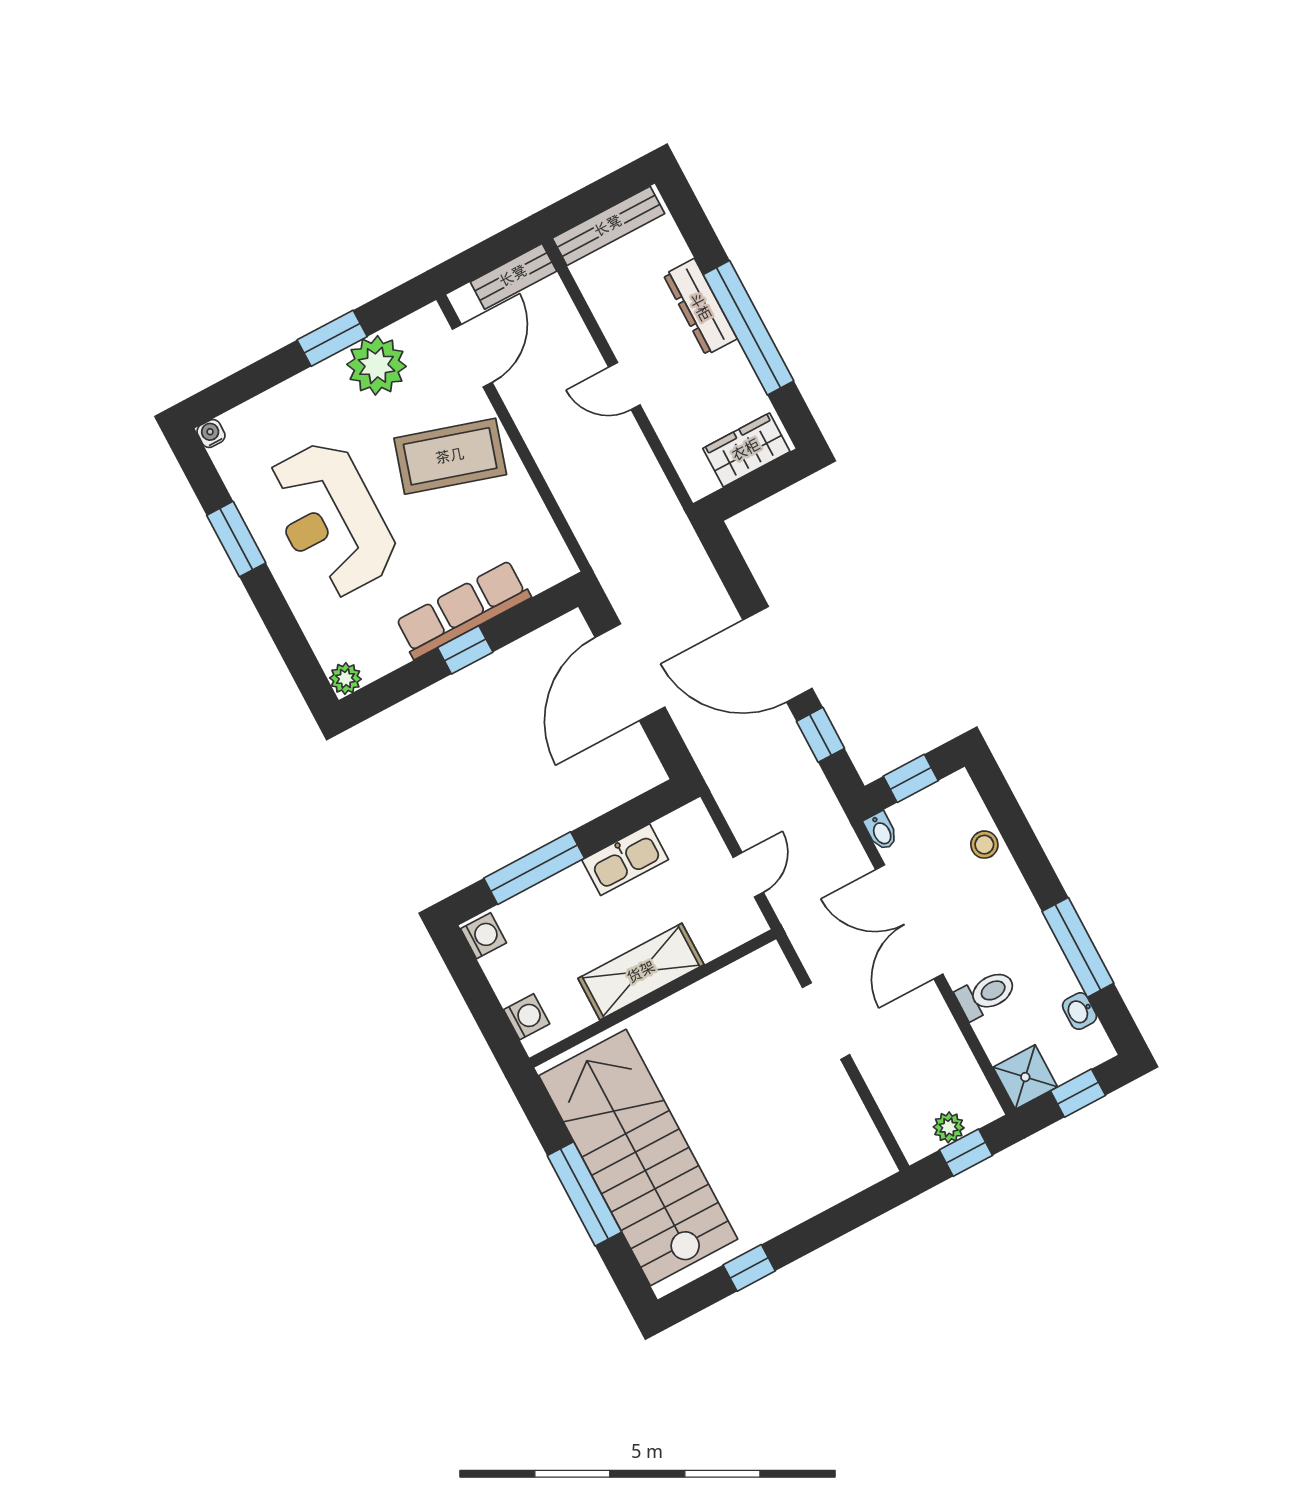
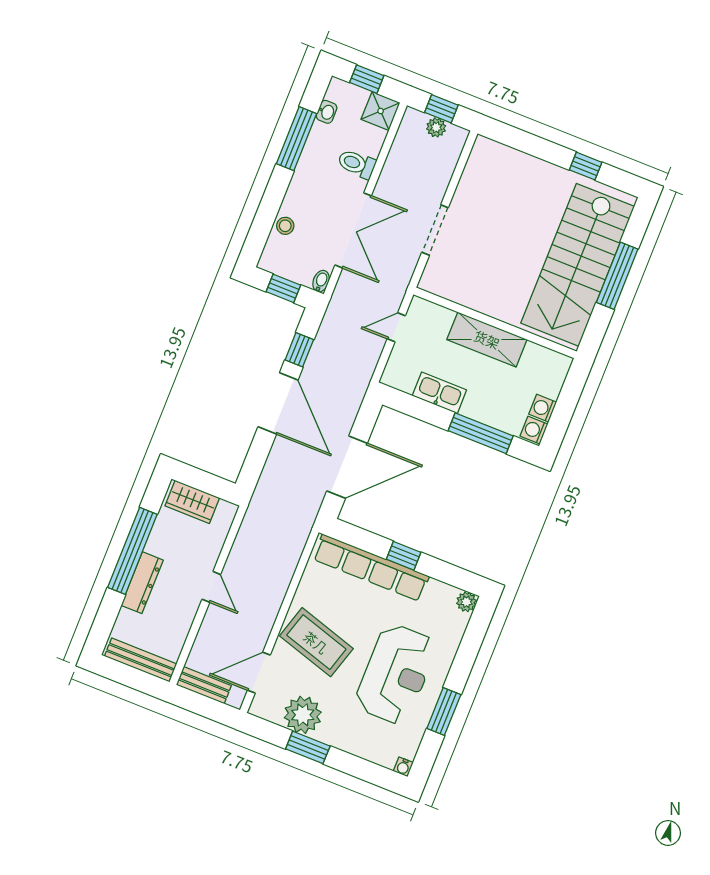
row of seats: (463, 610) -> (371, 568), width x1.36
washing machine: (527, 1017) -> (543, 408), moved

